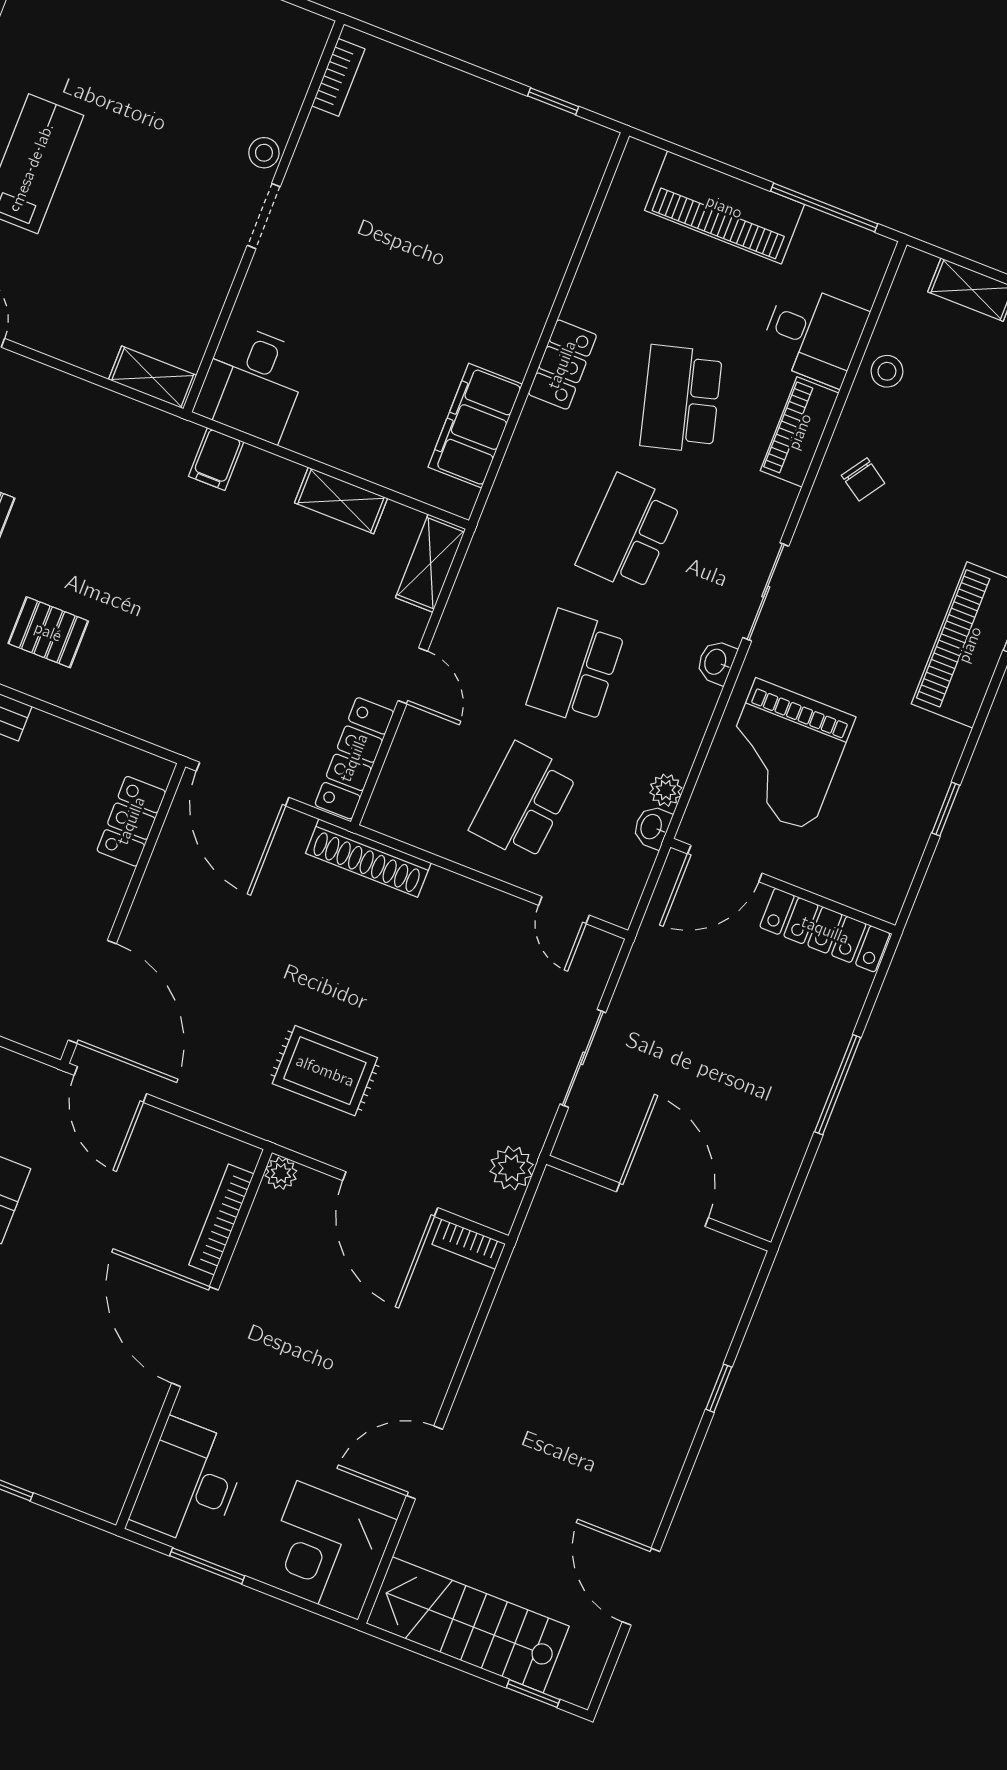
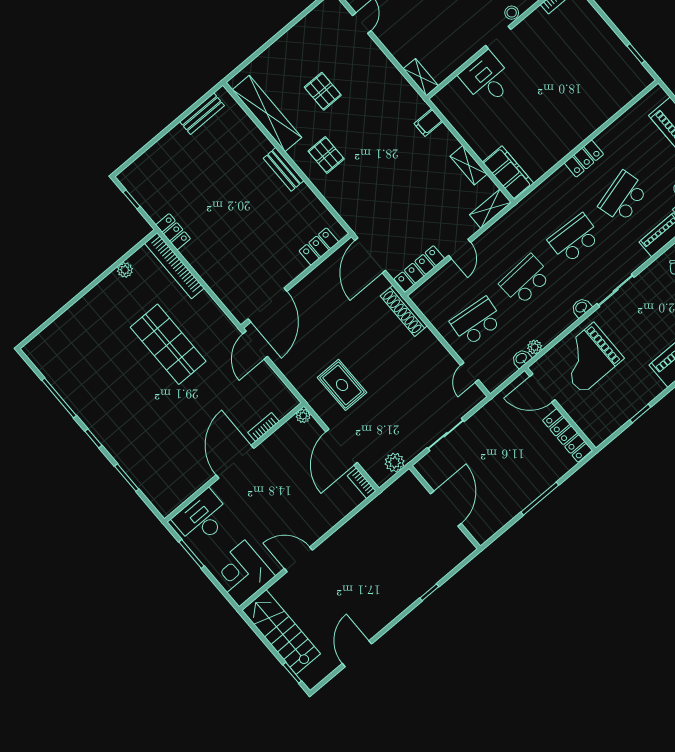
desk: (253, 383) -> (487, 79), moved, turned 90
filing cabinet: (475, 426) -> (508, 173), moved, turned 90
bookcase: (221, 1219) -> (263, 427), width x0.64

